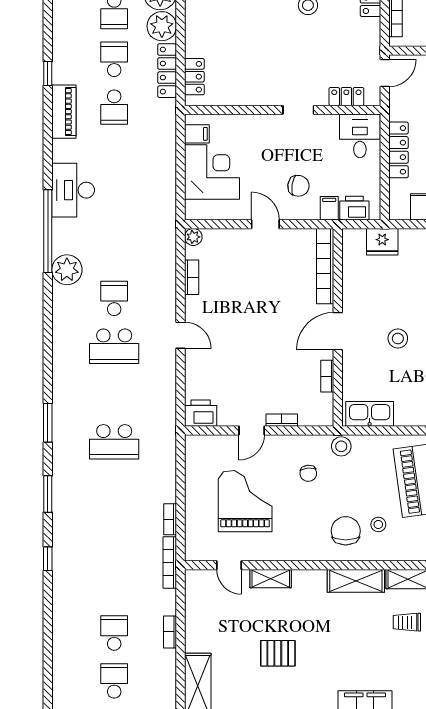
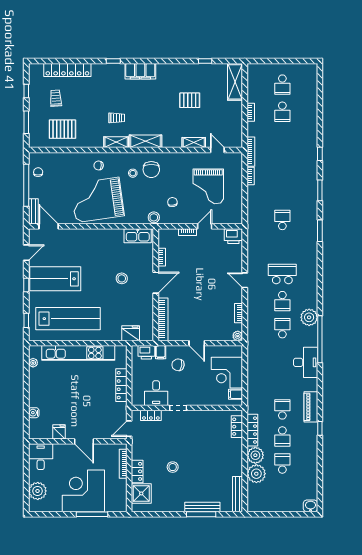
desk: (360, 136) -> (156, 393), moved
school desk: (114, 251) -> (282, 328), added
school desk: (114, 442) -> (282, 220), width x0.54

